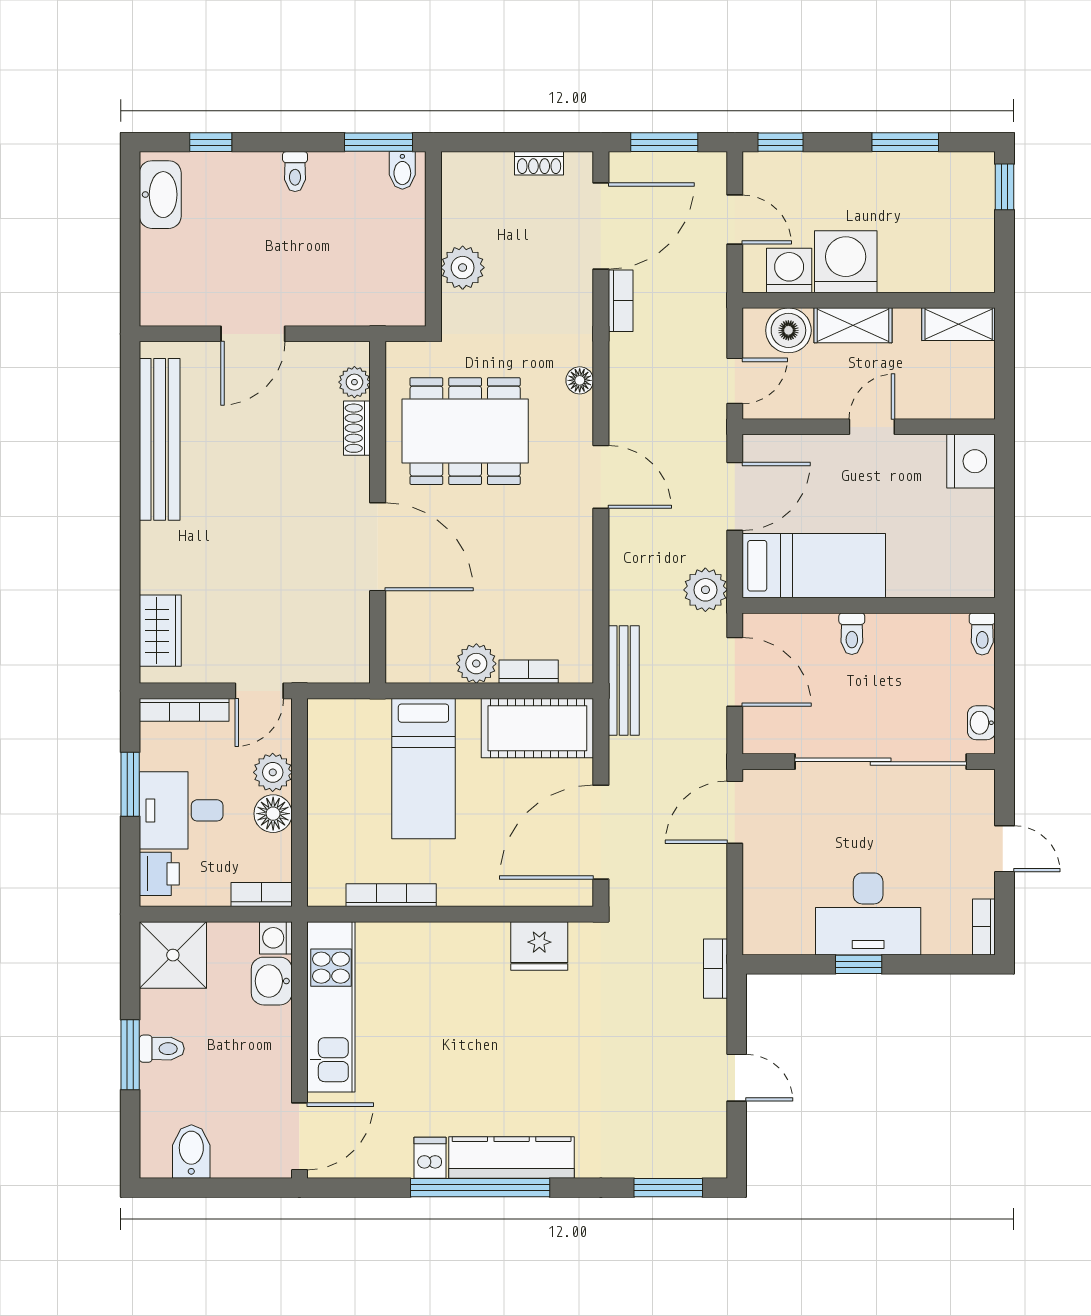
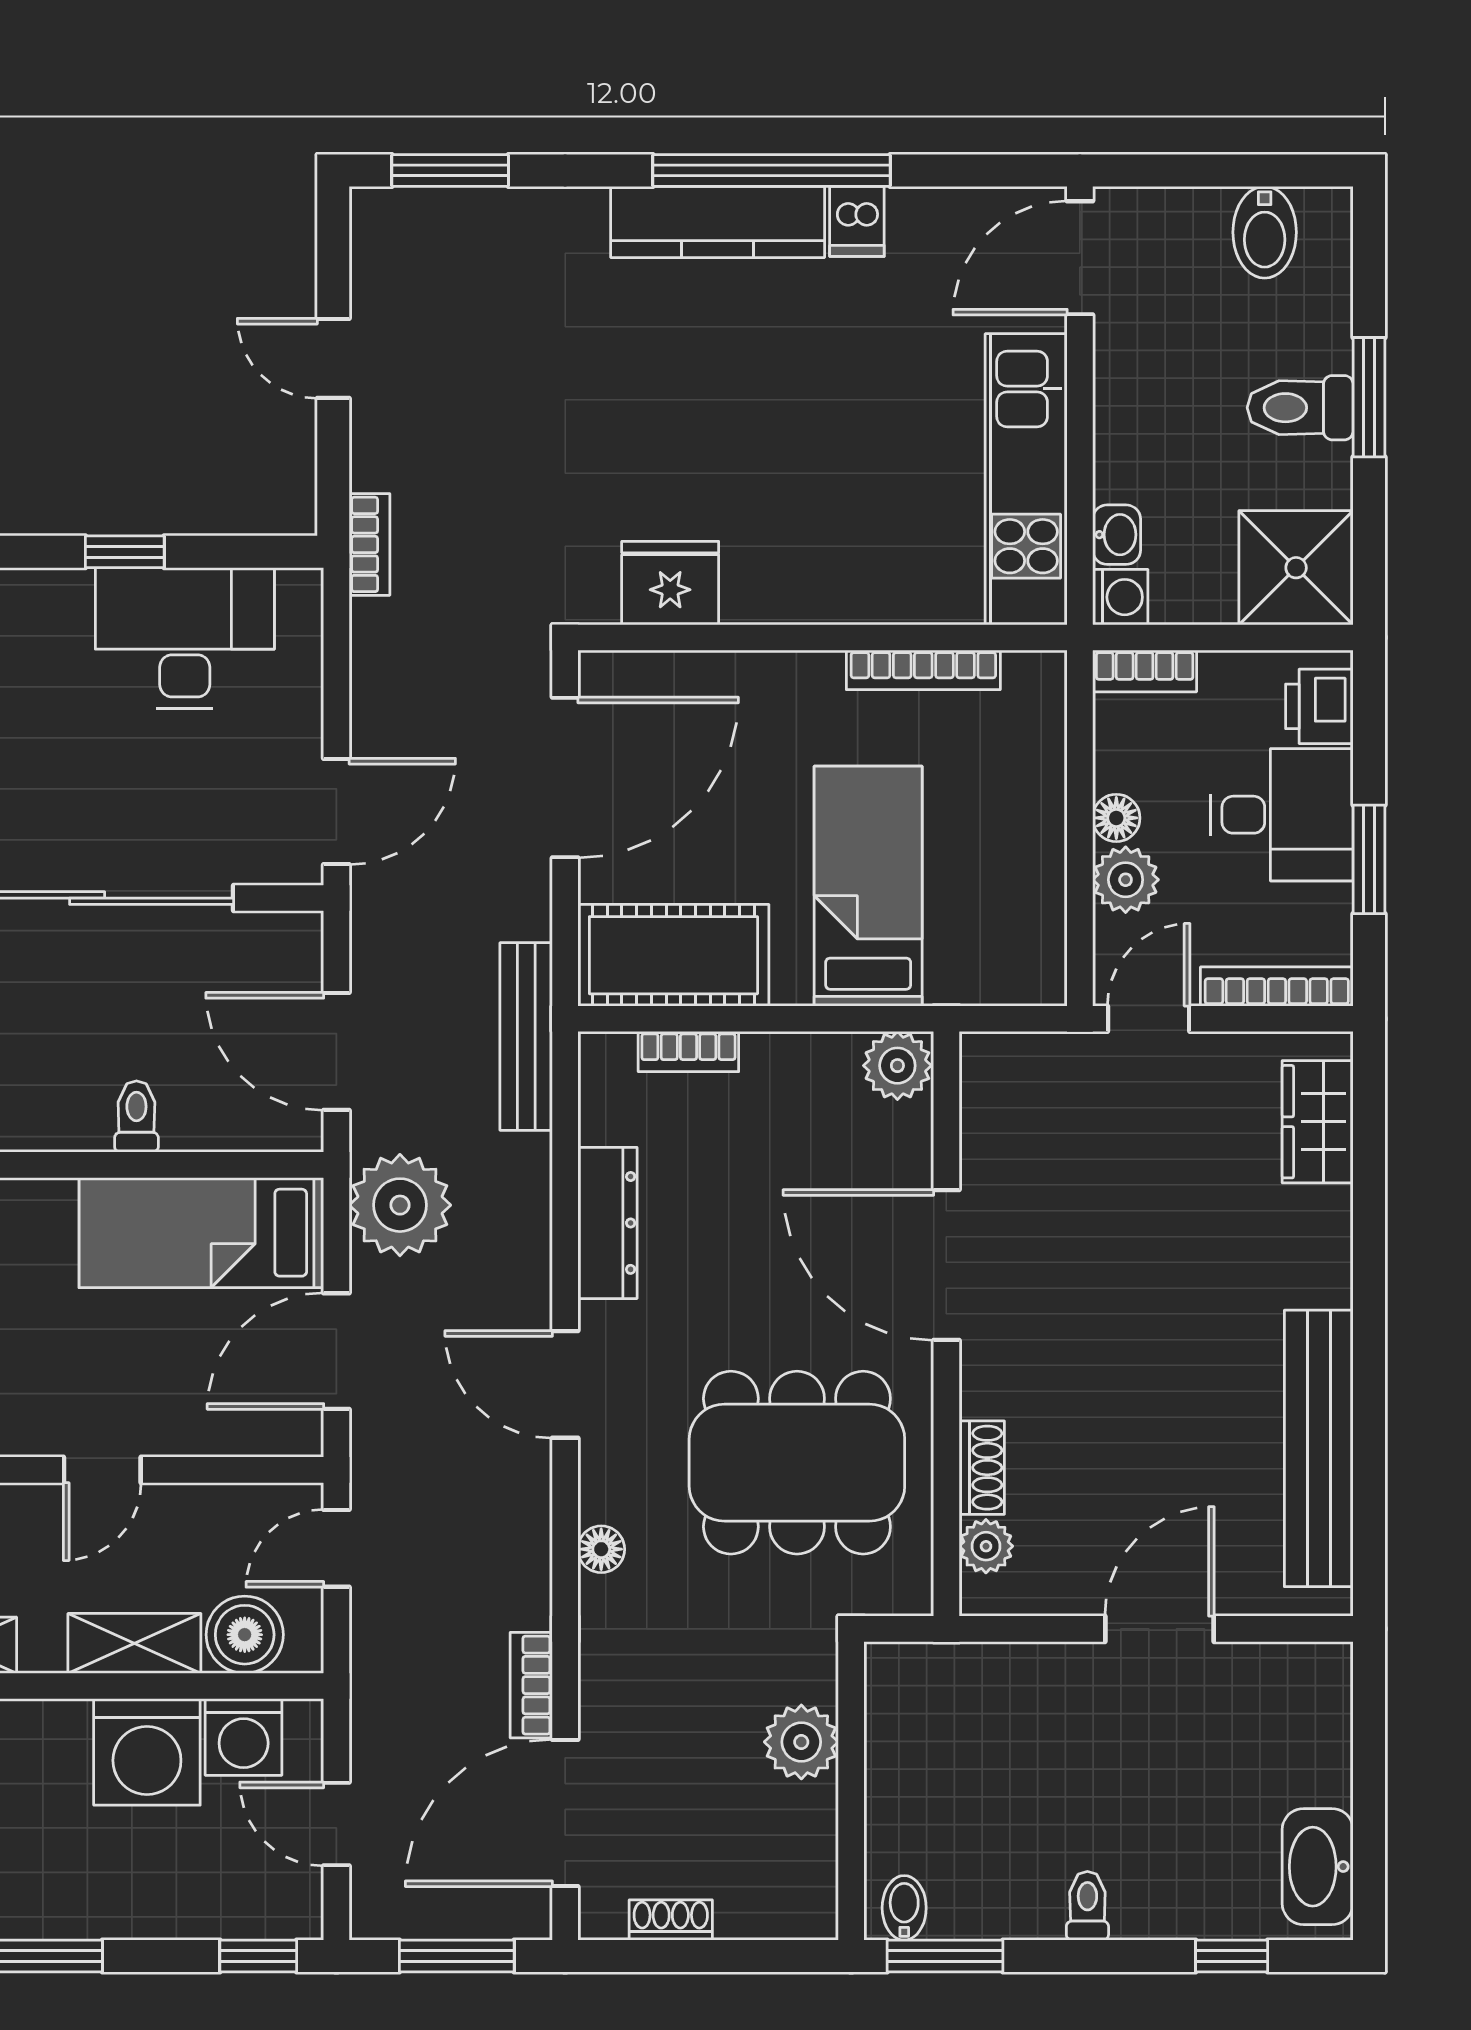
dresser: (576, 571) -> (607, 1223), added
plant: (705, 590) -> (400, 1205), width x1.36, depth x1.36
plant: (476, 664) -> (897, 1066), moved
floor lamp: (273, 814) -> (1116, 818), width x0.73, depth x0.73
desk: (868, 914) -> (185, 638), moved
washbasin: (272, 981) -> (1117, 535), width x0.72, depth x0.69
toilet: (162, 1049) -> (1300, 408), width x1.37, depth x1.39

